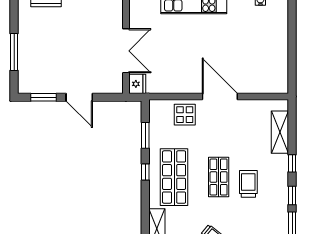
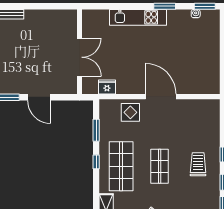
fridge: (137, 84) -> (107, 87), moved, turned -90
shelving: (280, 132) -> (213, 127), removed
trolley: (248, 184) -> (198, 164), moved

